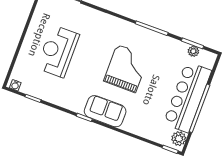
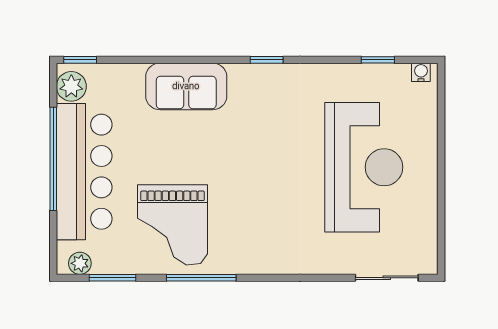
reception desk: (58, 51) -> (364, 167), width x1.36, depth x1.30
plant: (193, 51) -> (80, 263), moved
grand piano: (126, 69) -> (172, 225), moved
sofa: (105, 111) -> (186, 86), moved

